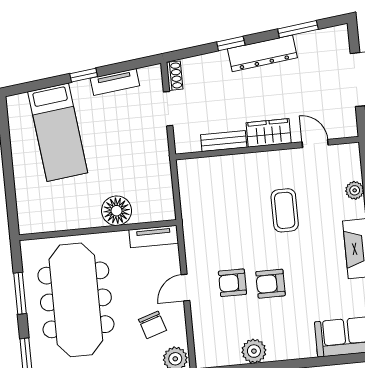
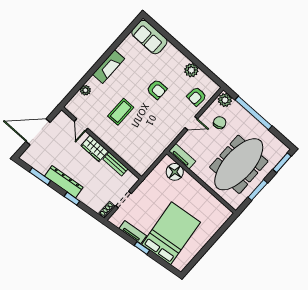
bed: (58, 132) -> (171, 233), width x1.50
floor lamp: (117, 211) -> (175, 172), moved
armchair: (232, 283) -> (197, 96), moved, turned 94

